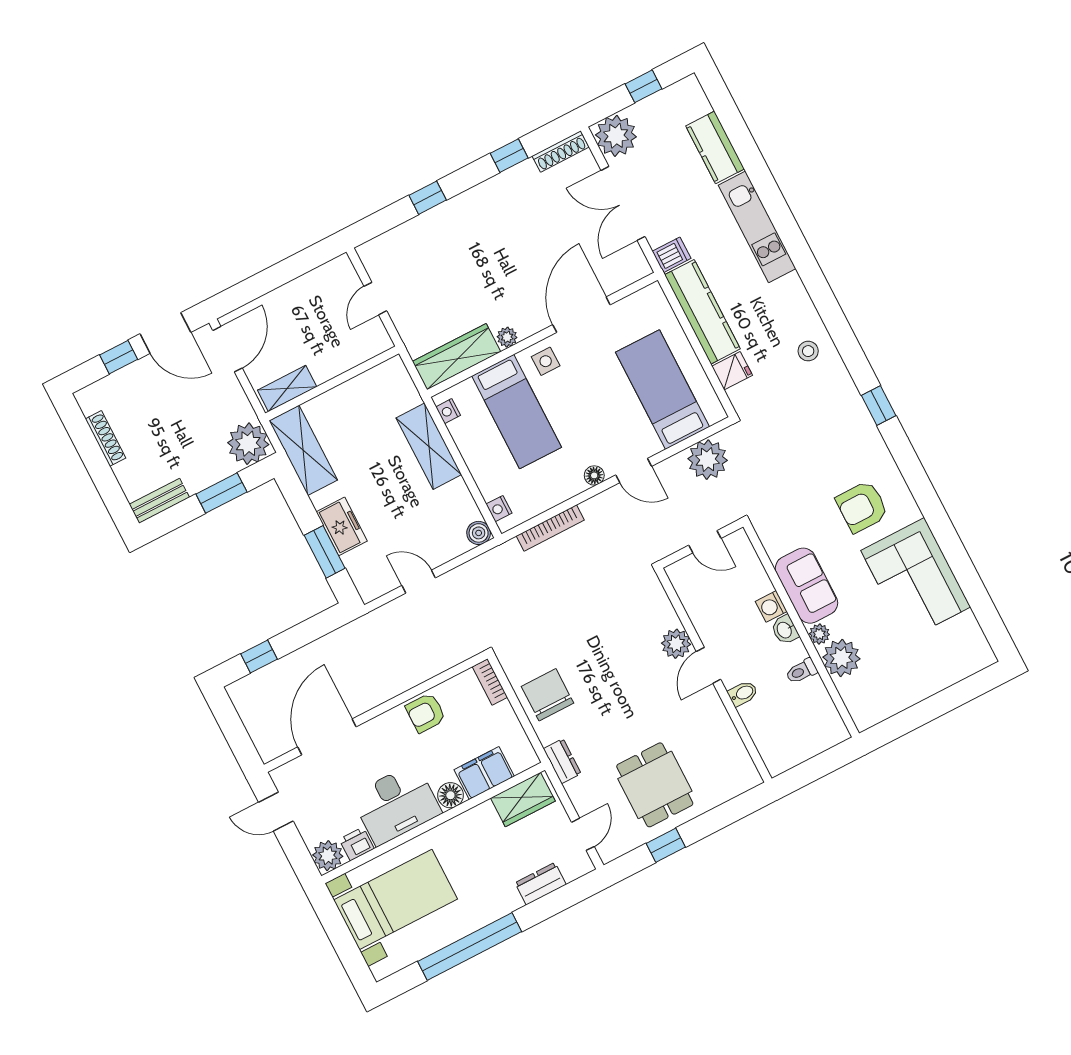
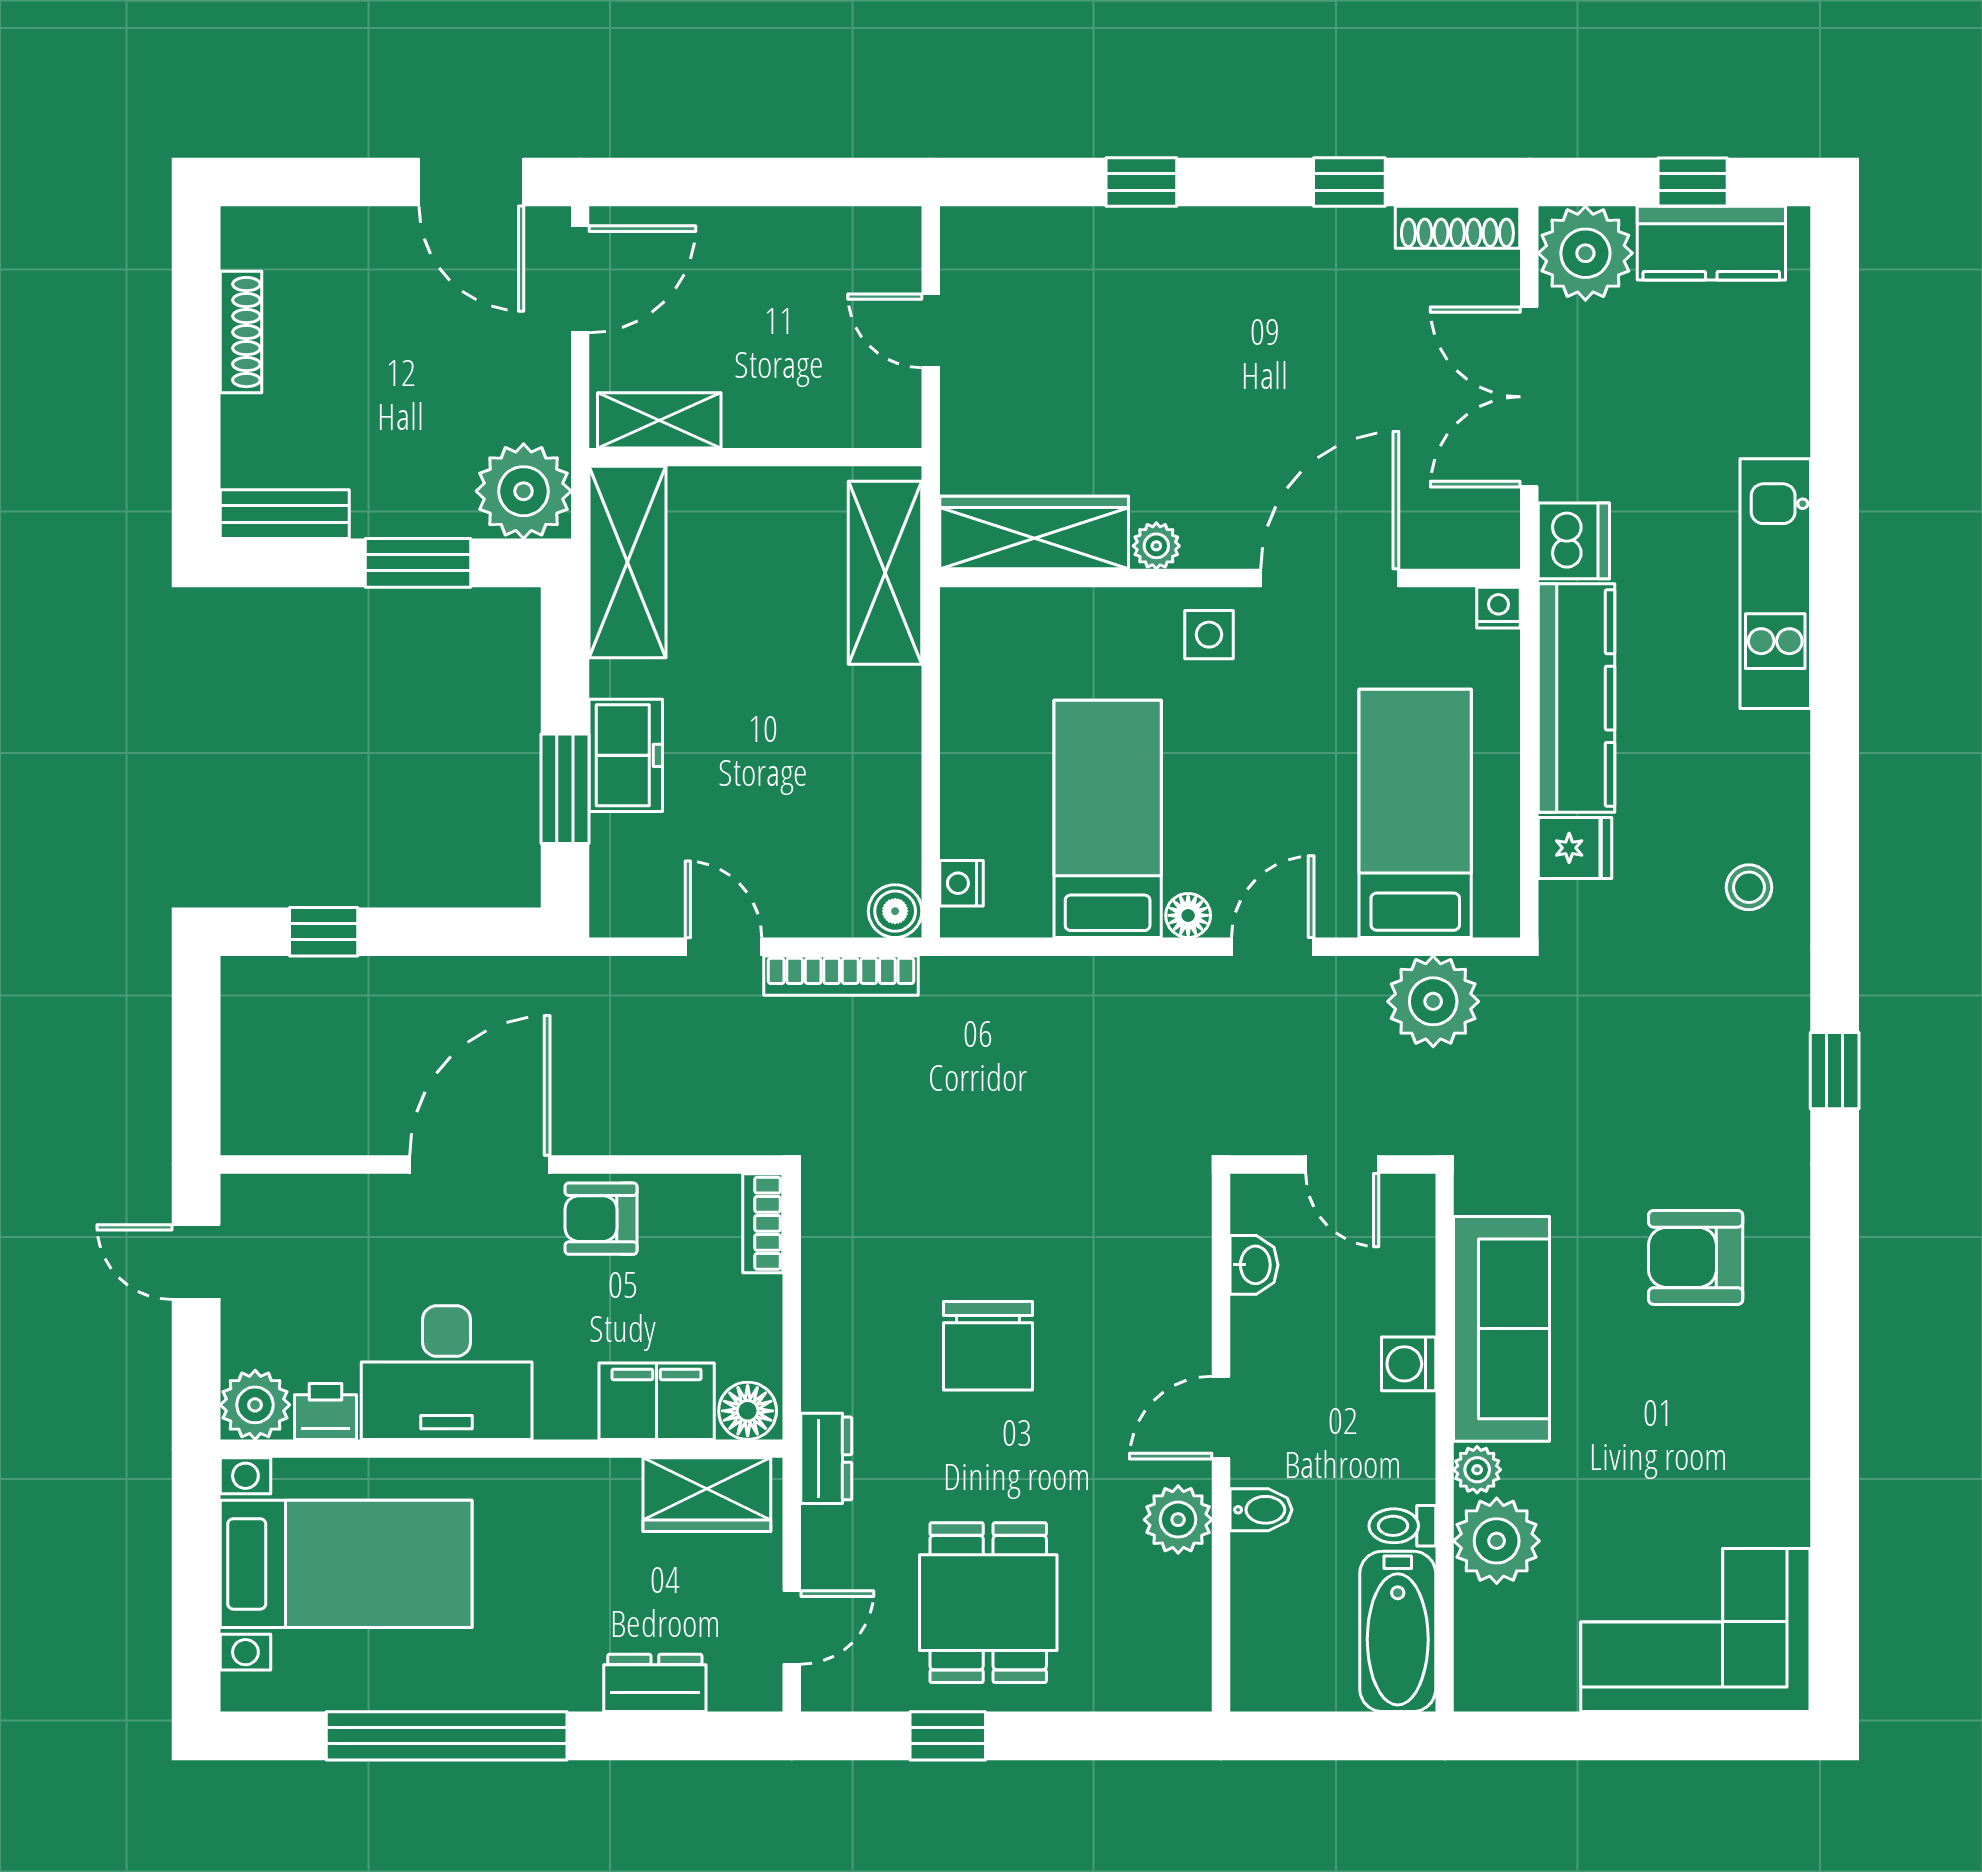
kitchen counter: (715, 147) -> (1711, 243), moved, turned -90
dishwasher: (672, 255) -> (1574, 541), width x1.38
door: (375, 299) -> (931, 331), hinge flipped
window: (119, 357) -> (352, 182), removed
nightstand: (448, 411) -> (1498, 608), moved, turned 90
bed: (517, 412) -> (1108, 819), moved, turned 180
shelving: (429, 446) -> (885, 573), moved
door: (634, 471) -> (1273, 947), swing flipped
bookcase: (550, 528) -> (841, 976), moved
corner sofa: (916, 579) -> (1695, 1630), moved, turned 90
sofa: (807, 586) -> (1502, 1329), width x1.36
washbasin: (785, 630) -> (1254, 1265), moved, turned 180
plant: (676, 644) -> (1178, 1520), moved
chair: (547, 695) -> (988, 1346), moved, turned 180
bathtub: (821, 713) -> (1398, 1631), added
door: (327, 737) -> (480, 1164), moved
floor lamp: (450, 795) -> (748, 1411), moved

